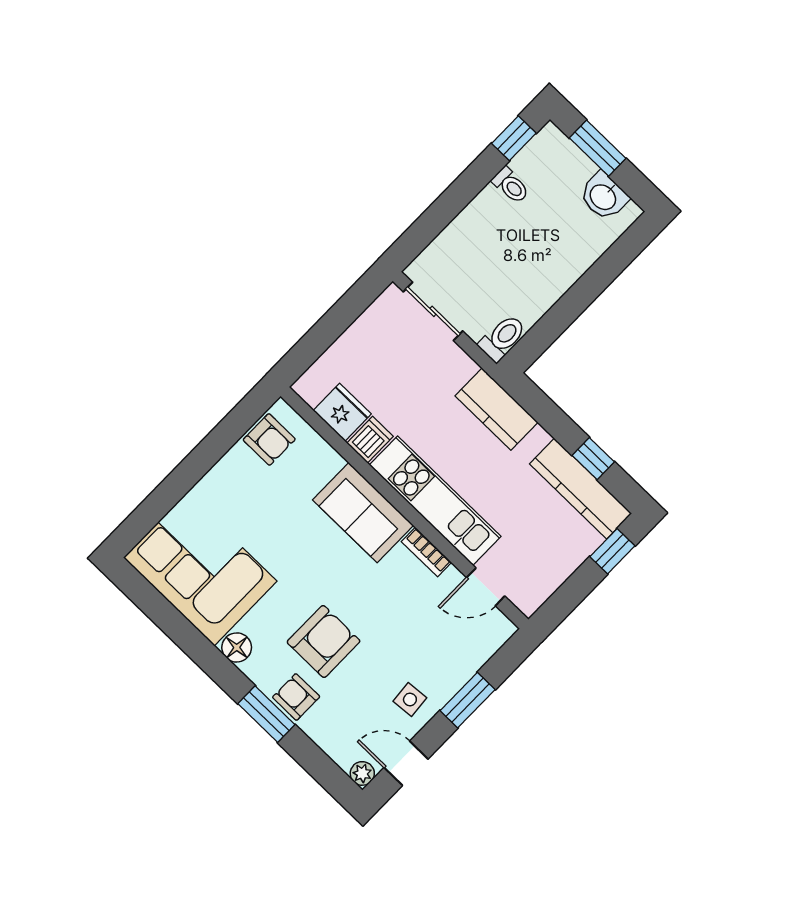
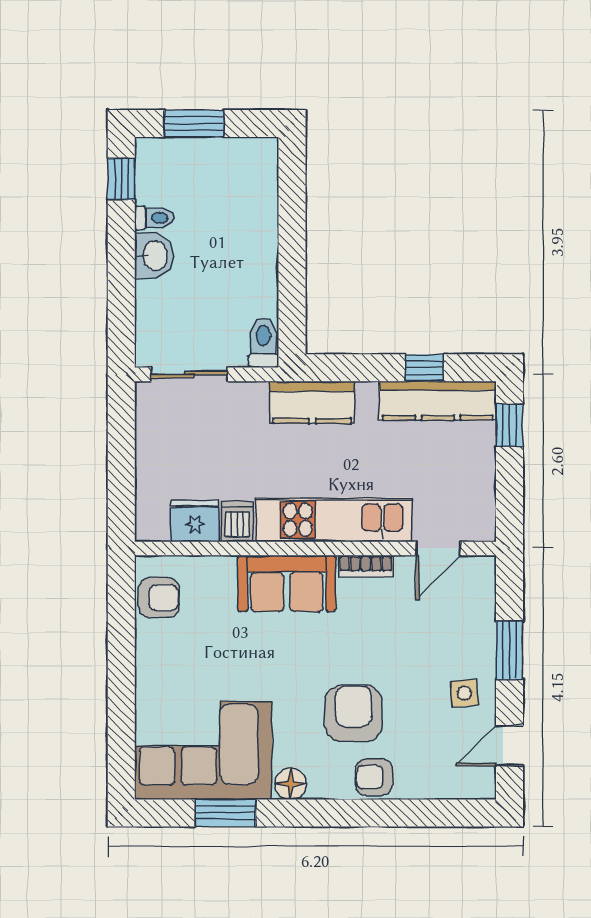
washbasin: (604, 196) -> (154, 256), moved, turned -90
window: (266, 714) -> (225, 813), moved
plant: (362, 773) -> (483, 787), removed

